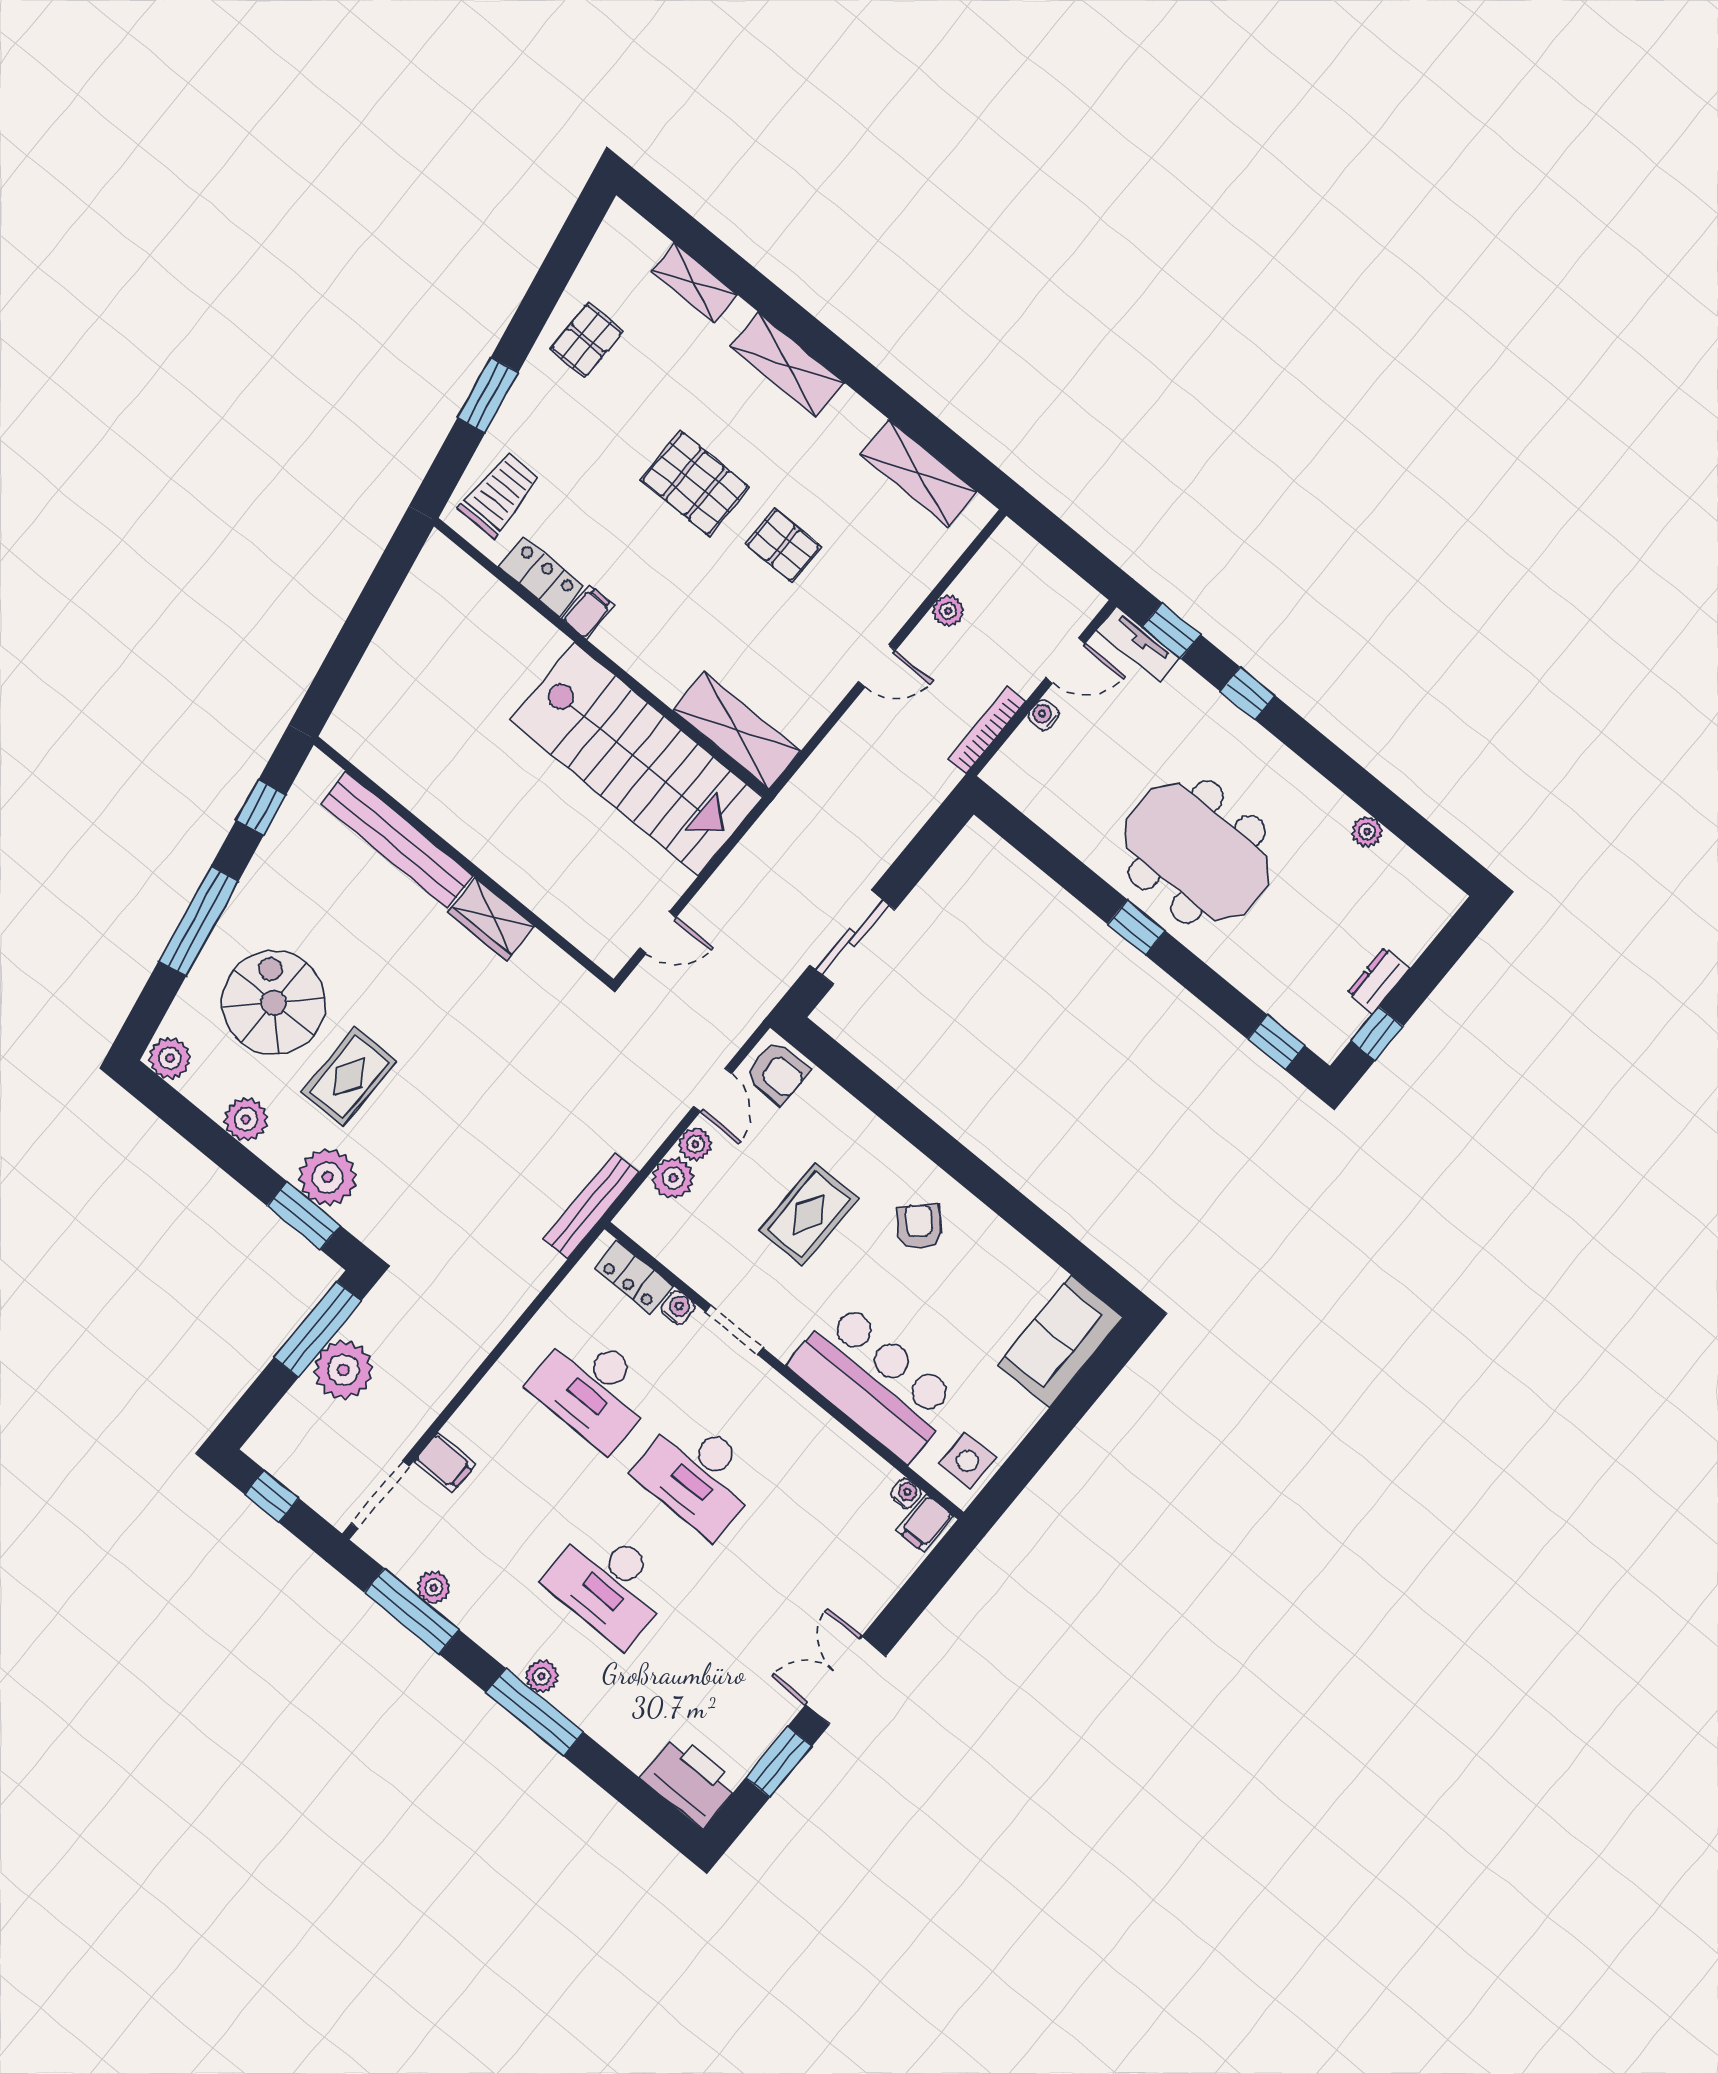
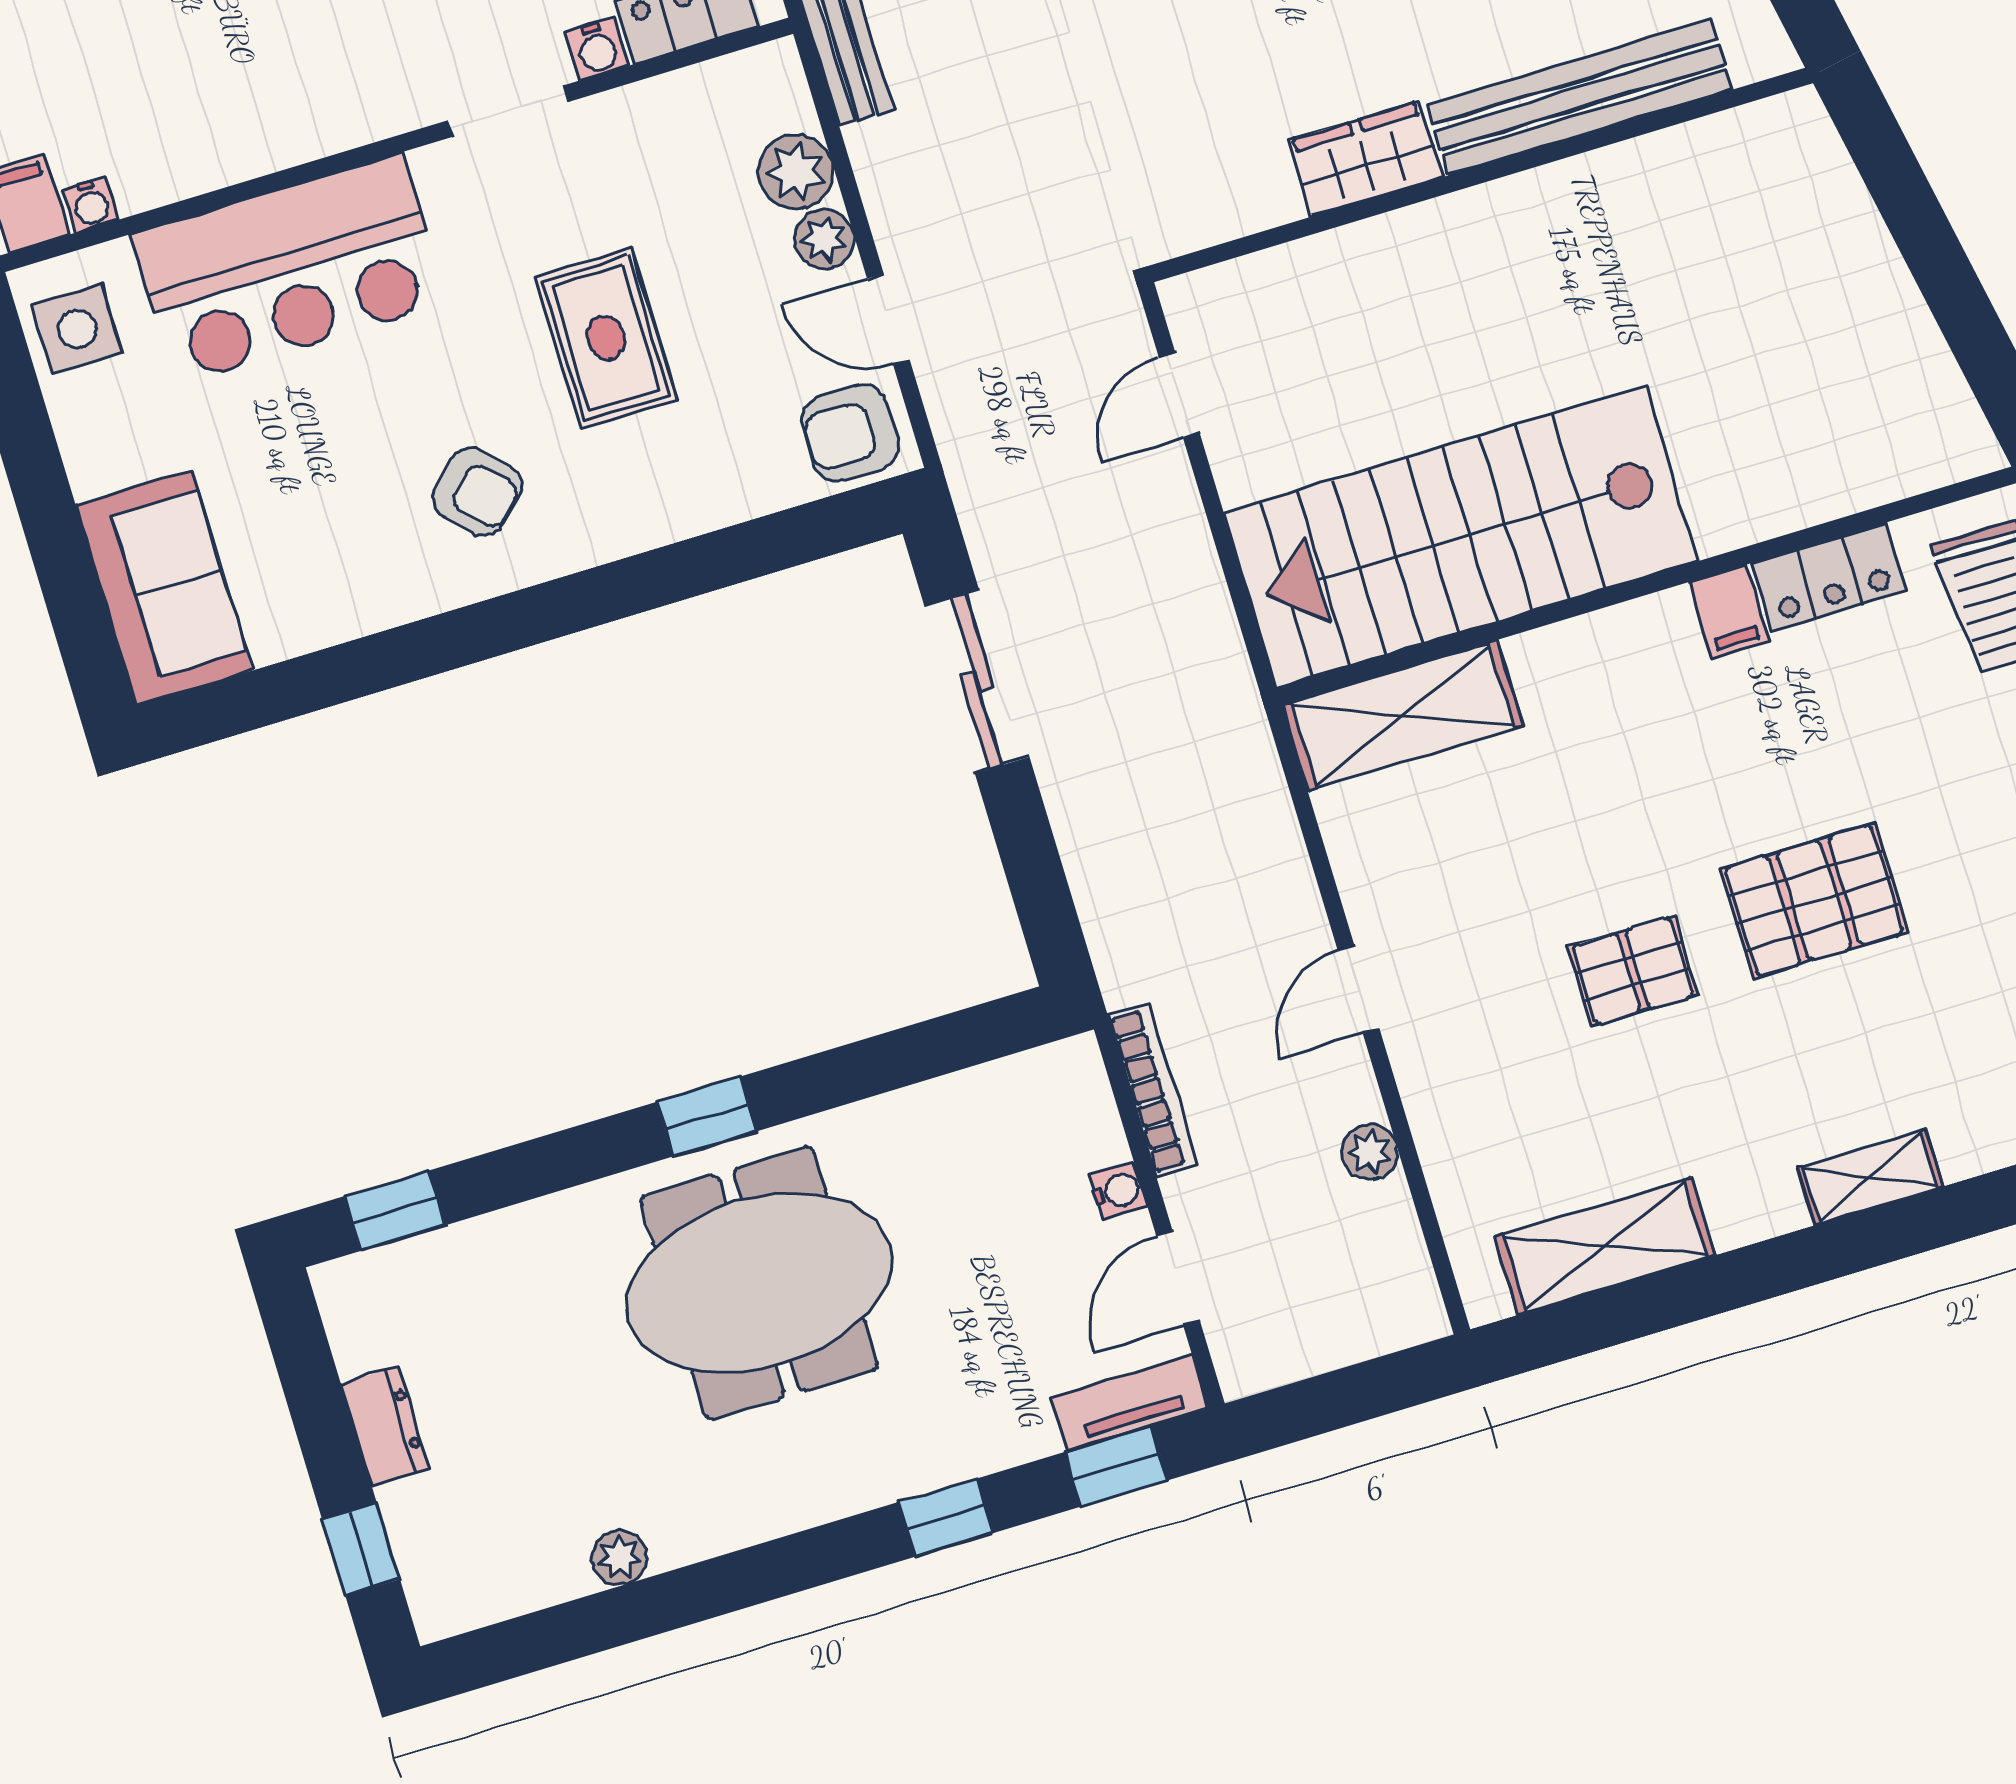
shelving: (787, 365) -> (1870, 1177), width x0.67, depth x0.75
window: (1377, 1034) -> (361, 1549), moved

